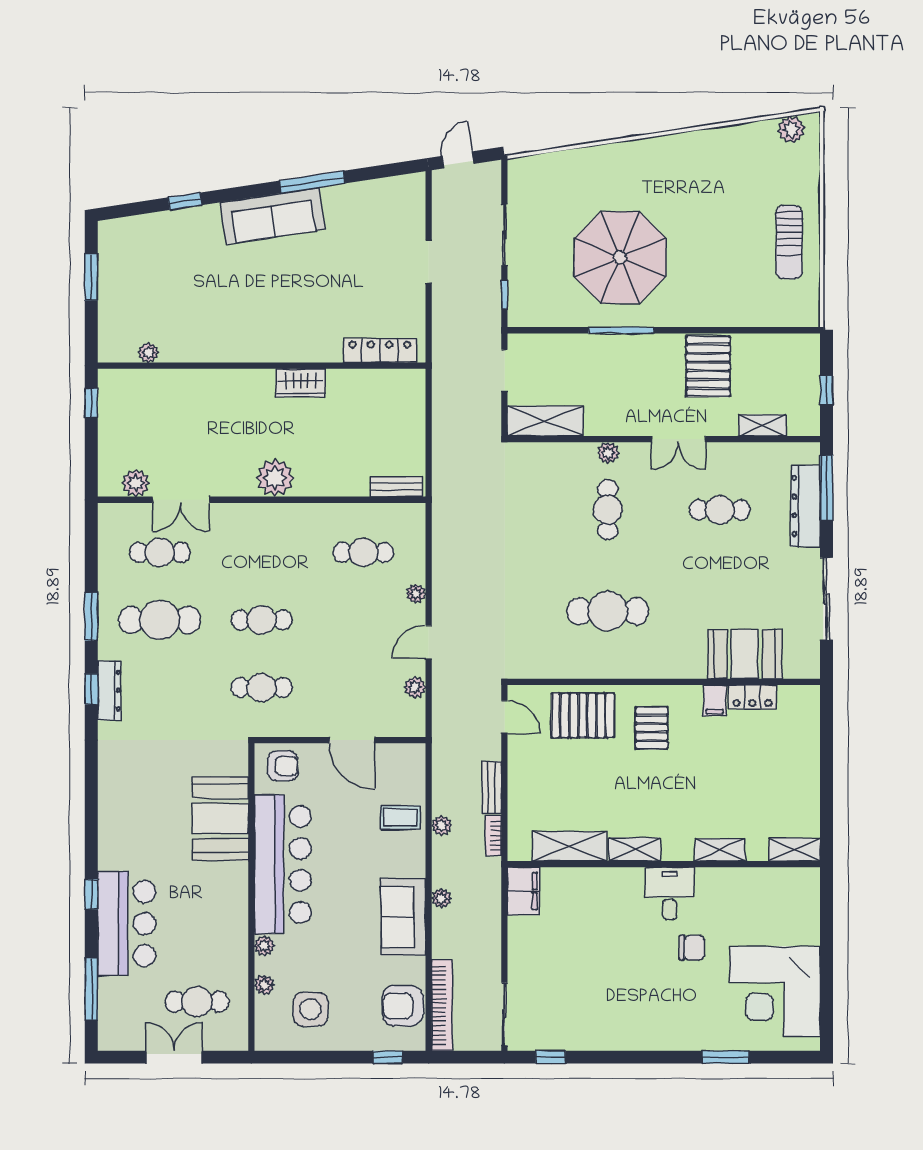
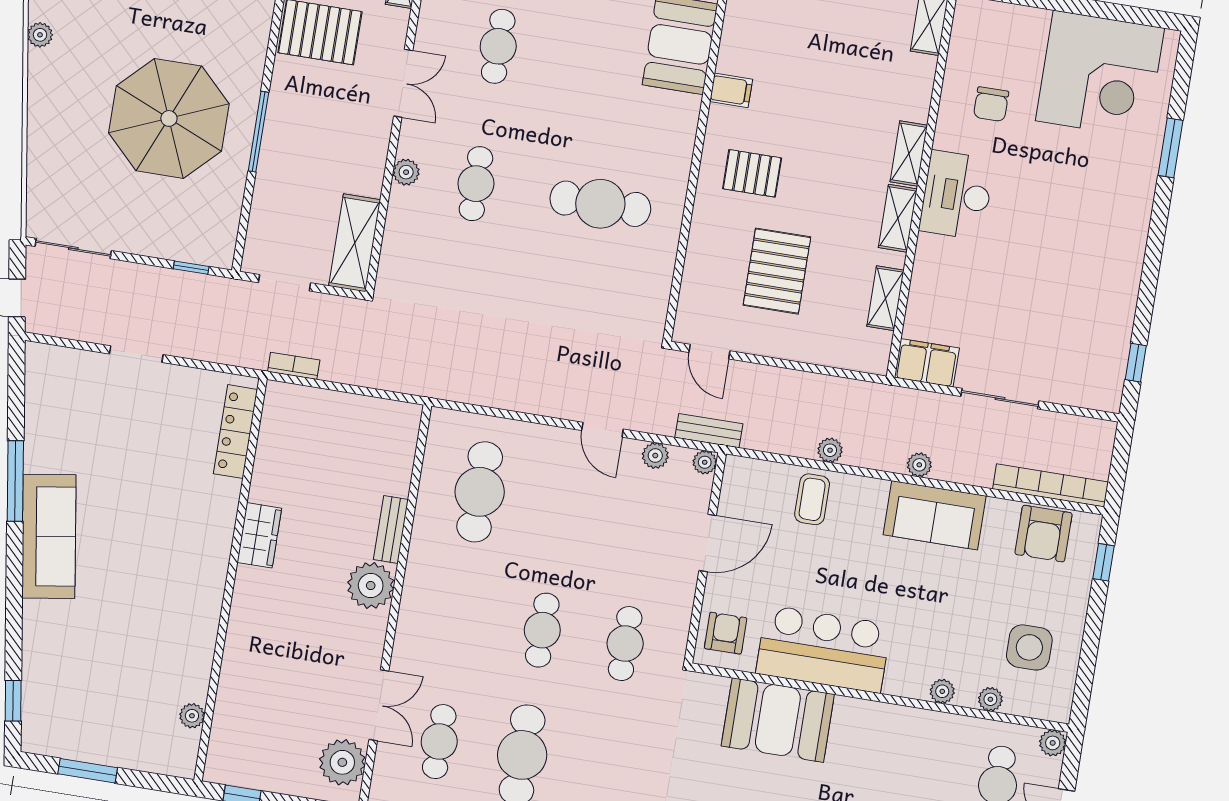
plant: (670, 144) -> (40, 35), added
window: (185, 201) -> (13, 701), moved
sliding door: (504, 235) -> (73, 249), moved
plant: (136, 483) -> (342, 762), width x1.36, depth x1.36
bench: (396, 487) -> (391, 529), moved
cafe table: (608, 510) -> (476, 184), turned 90
cafe table: (363, 552) -> (480, 492), width x1.37, depth x1.35
plant: (416, 594) -> (705, 462), moved
cafe table: (608, 611) -> (600, 204), turned 90
locker: (752, 697) -> (734, 44), removed
pallet: (583, 715) -> (777, 271), moved
door: (504, 717) -> (709, 352), swing flipped
bench: (491, 787) -> (709, 431), moved
bookcase: (493, 835) -> (294, 366), moved, turned 180
shelving: (569, 846) -> (885, 298), width x0.67, depth x0.75
shelving: (720, 850) -> (909, 154), moved
bar counter: (283, 864) -> (823, 649), width x0.73
desk: (670, 893) -> (957, 195), width x1.37
chair: (692, 948) -> (991, 104), moved, turned 180
sliding door: (504, 1014) -> (1000, 399), moved
plant: (238, 1040) -> (1053, 743), added

